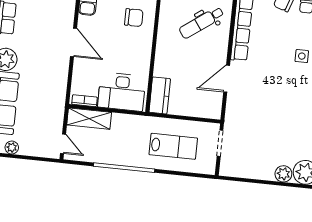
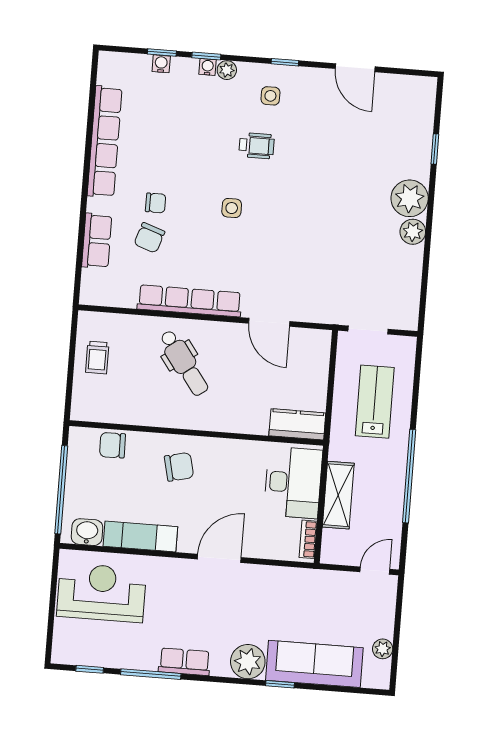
chair: (134, 18) -> (179, 467), turned 77
shelving: (89, 119) -> (338, 495), moved

